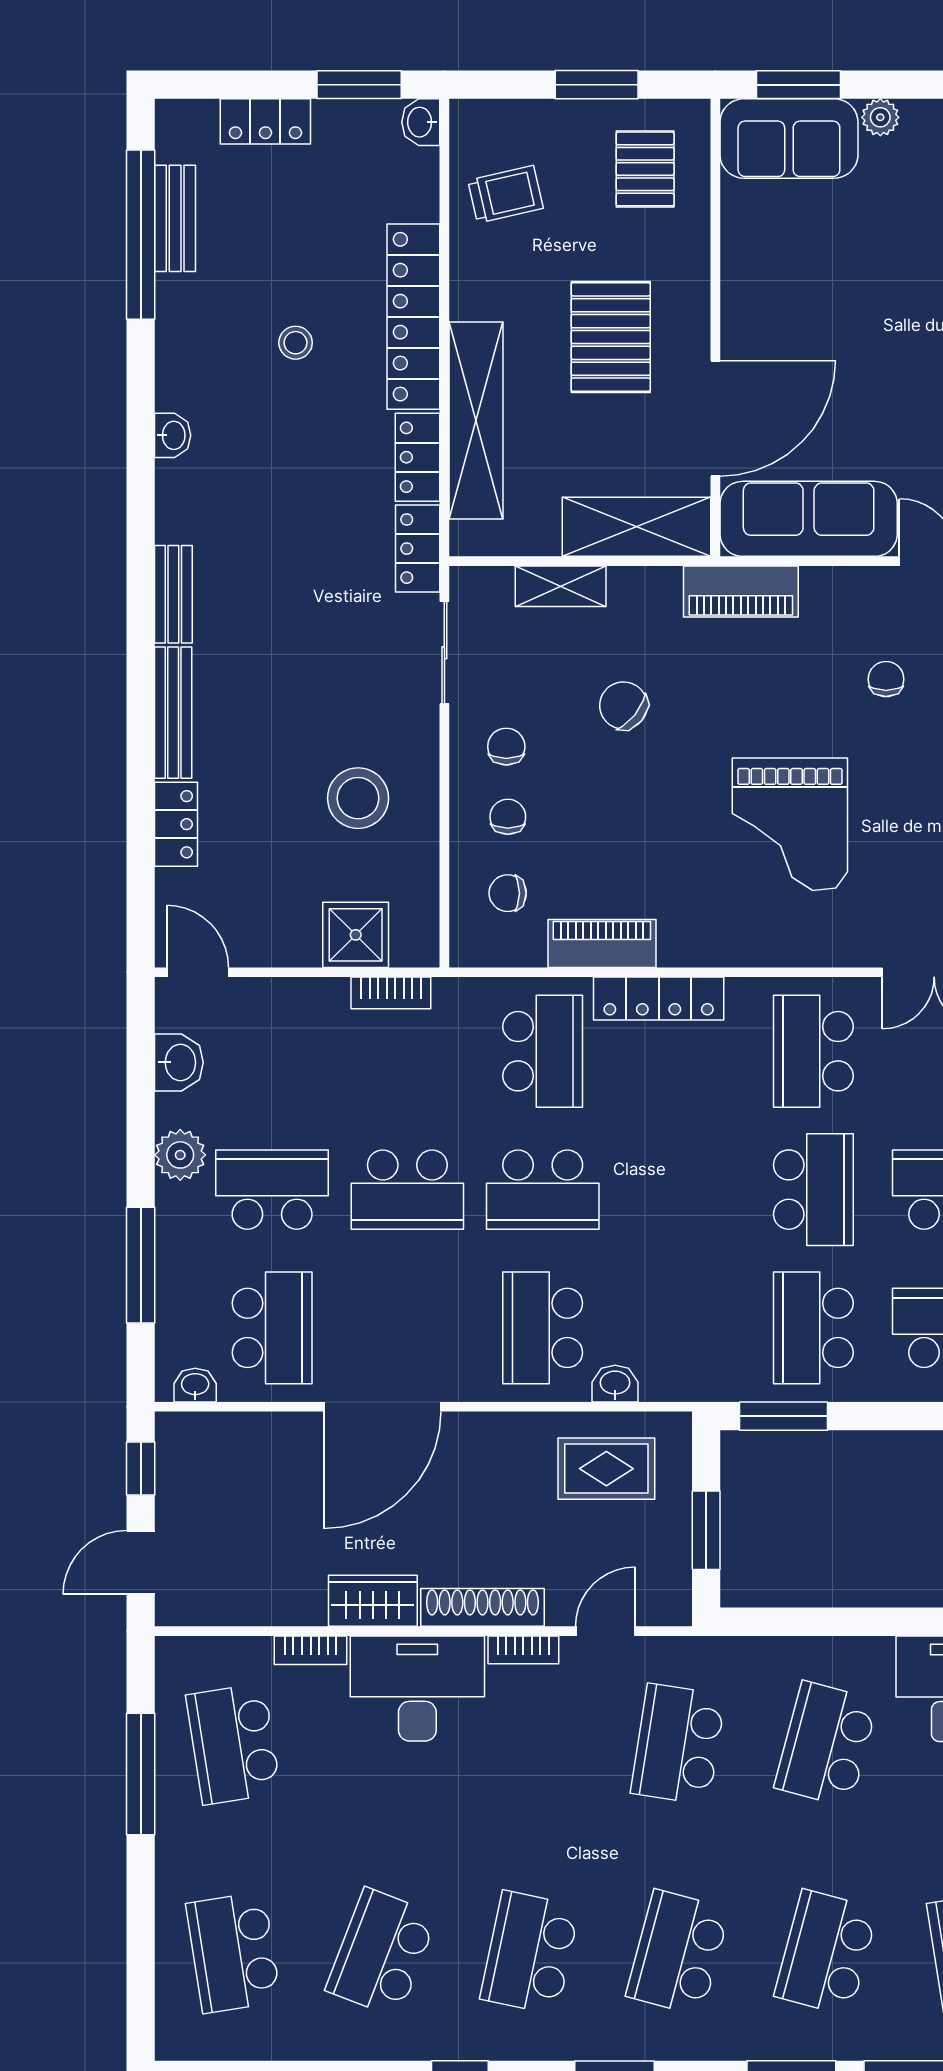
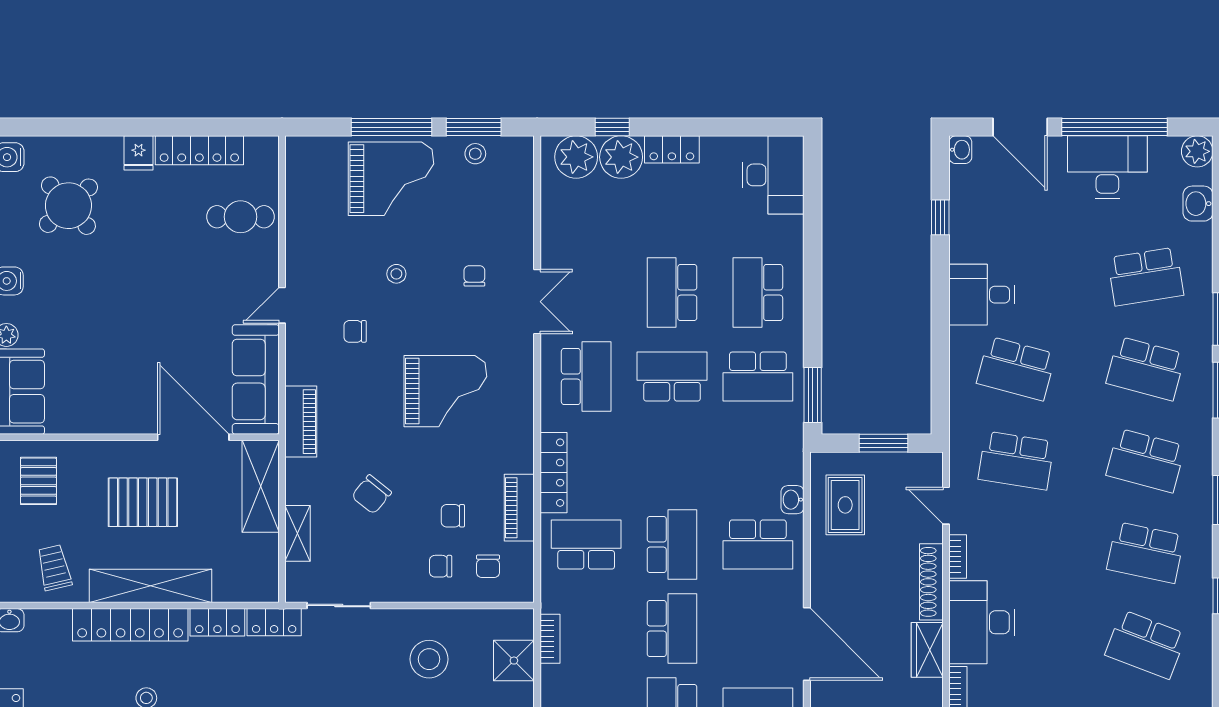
pallet: (645, 169) -> (38, 481), turned 90
shelving: (476, 420) -> (150, 586), moved
chair: (506, 747) -> (453, 516), moved
school desk: (813, 1051) -> (586, 377), turned -90

